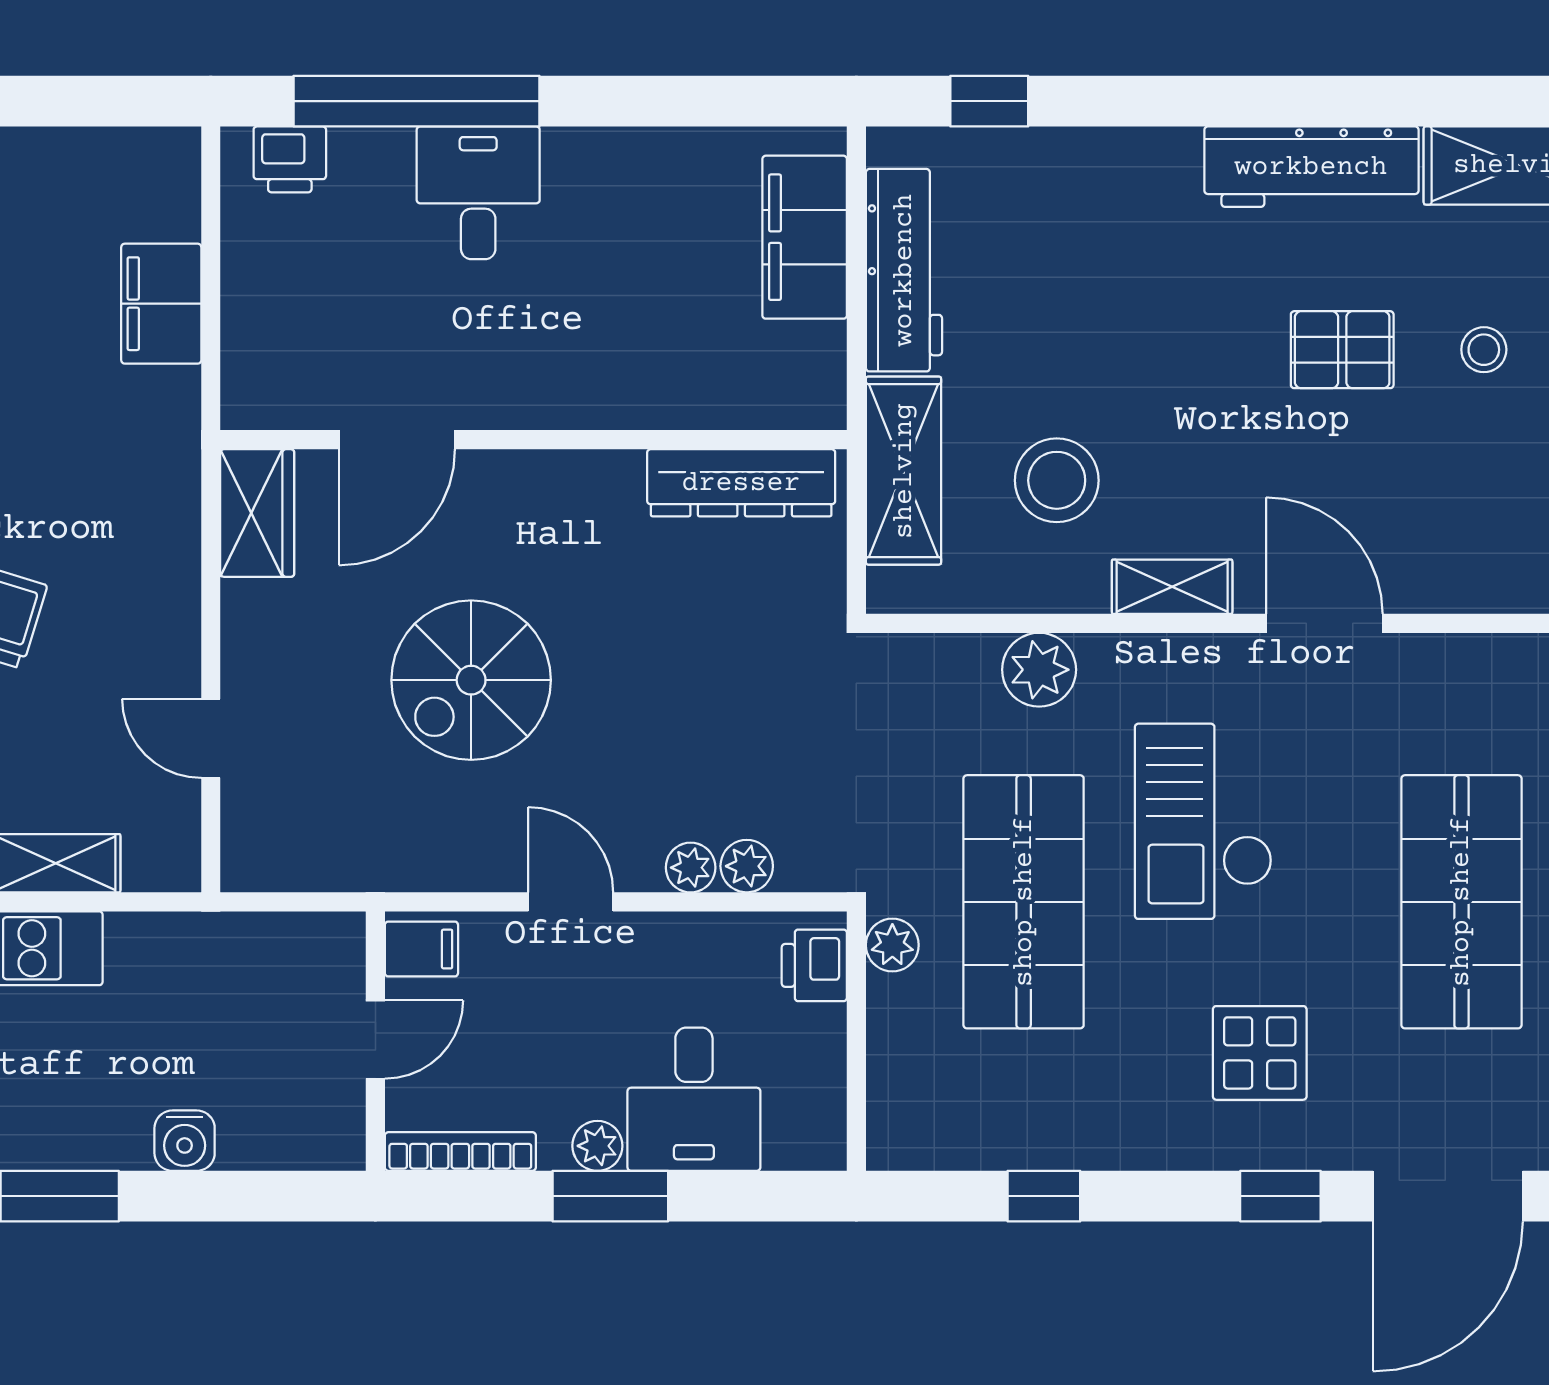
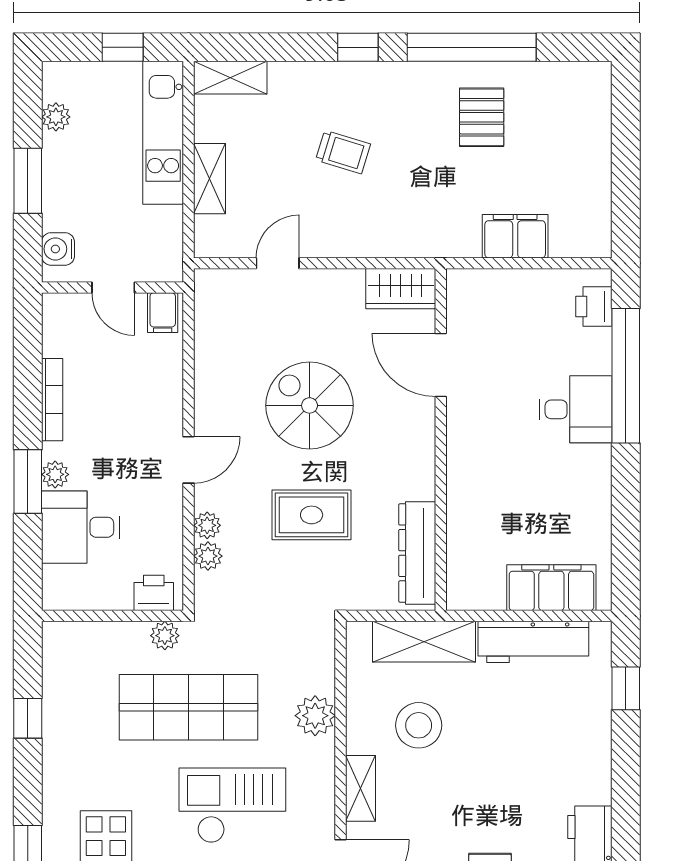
rug: (671, 676) -> (312, 515), added
filing cabinet: (421, 949) -> (163, 313), moved
door: (375, 1040) -> (113, 287), moved
wall: (375, 1041) -> (112, 287), moved

